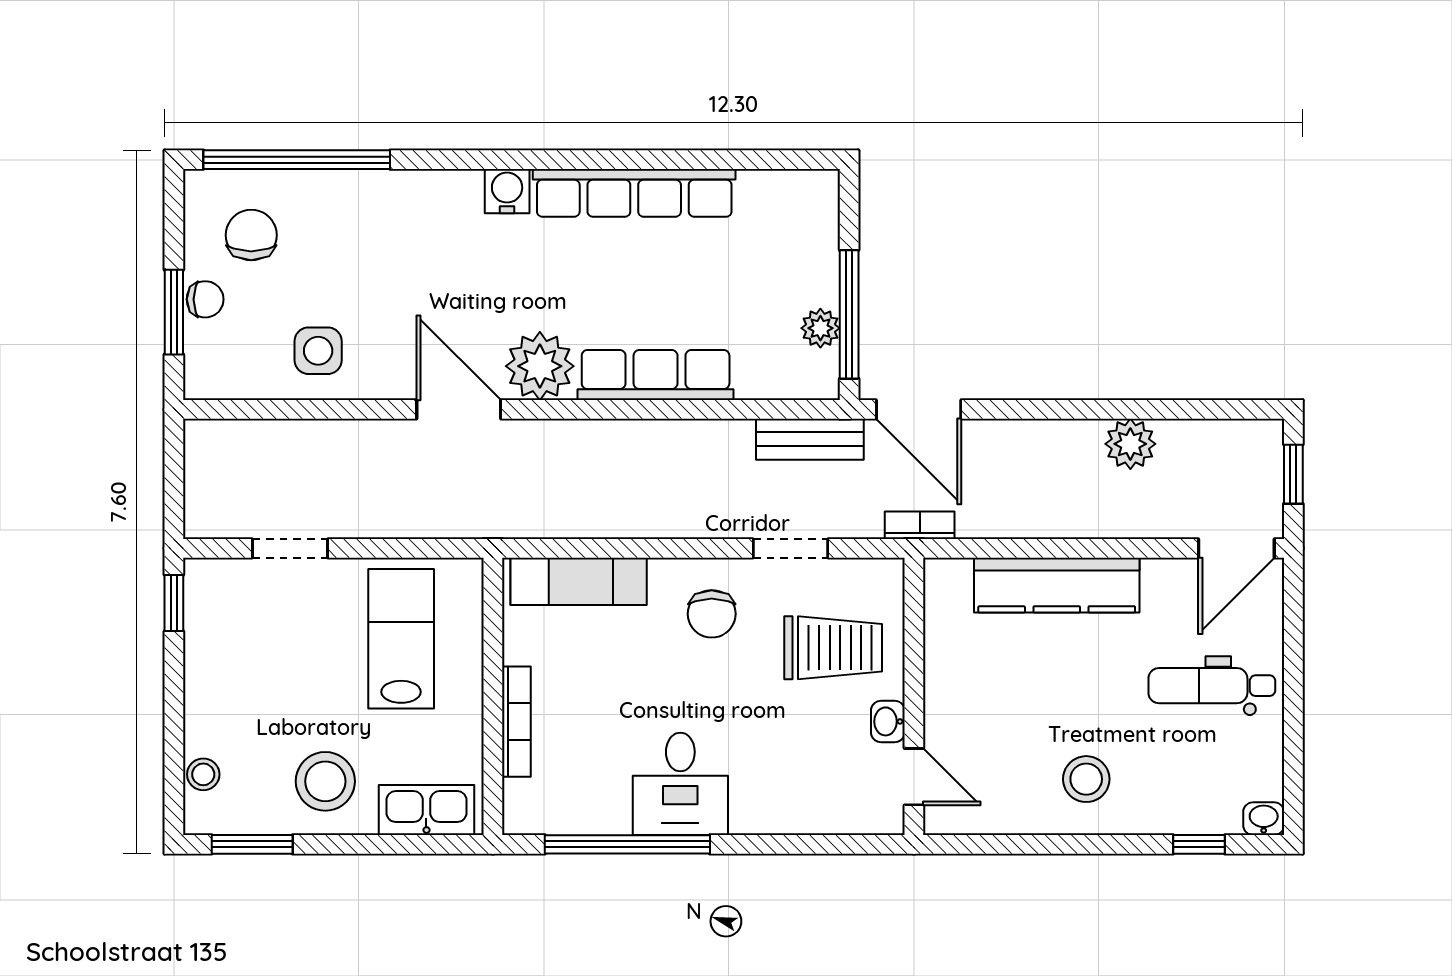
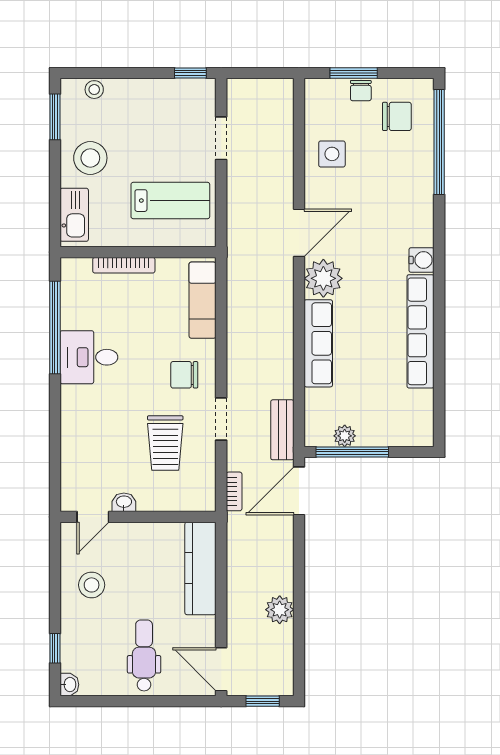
wall: (914, 696) -> (138, 517), moved
washbasin: (888, 721) -> (124, 502), moved
door: (914, 777) -> (93, 517), moved

